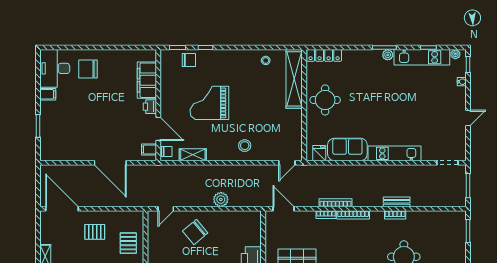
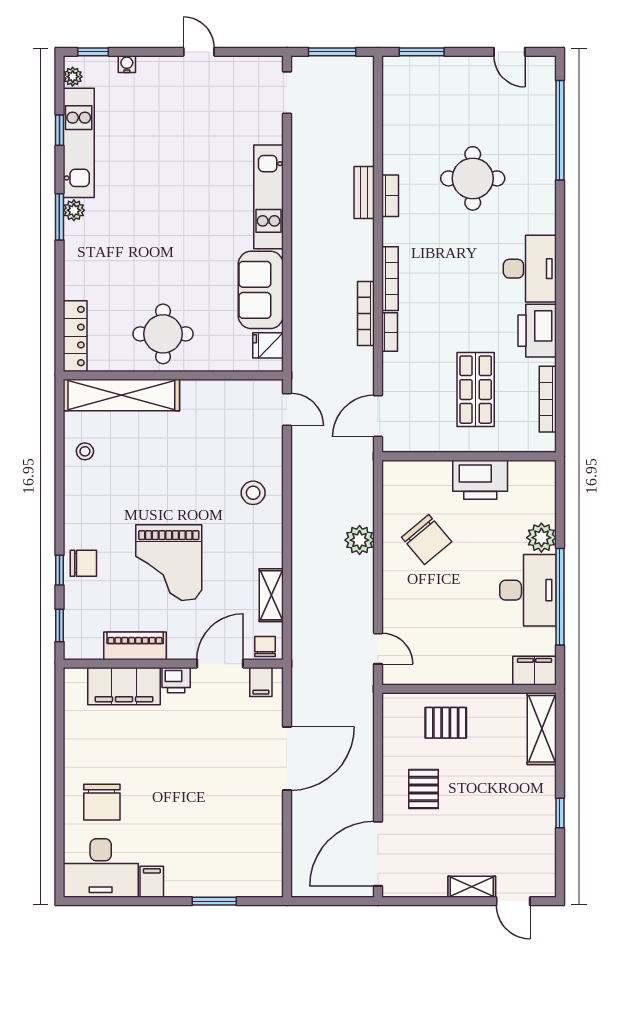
chair: (189, 60) -> (83, 563), moved, turned 90
piano: (167, 86) -> (135, 646), added
chair: (195, 232) -> (427, 540), moved

